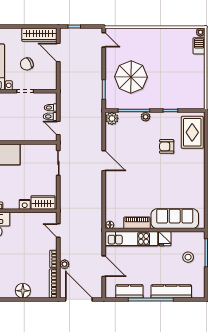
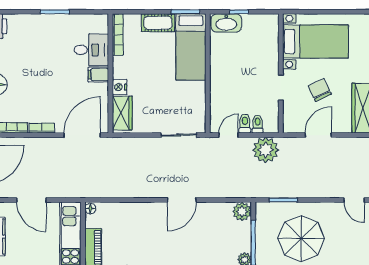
door: (104, 40) -> (354, 200), hinge flipped
door: (58, 52) -> (318, 135), moved
filing cabinet: (16, 219) -> (98, 75), added
door: (58, 231) -> (82, 135), width x1.88
plant: (65, 264) -> (266, 150), moved, width x1.87, depth x1.87
door: (104, 266) -> (31, 200), hinge flipped

